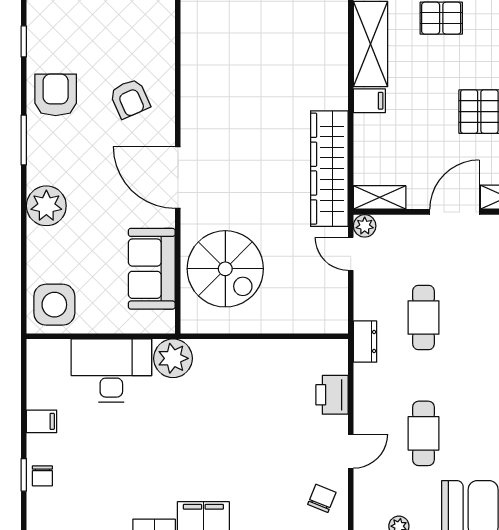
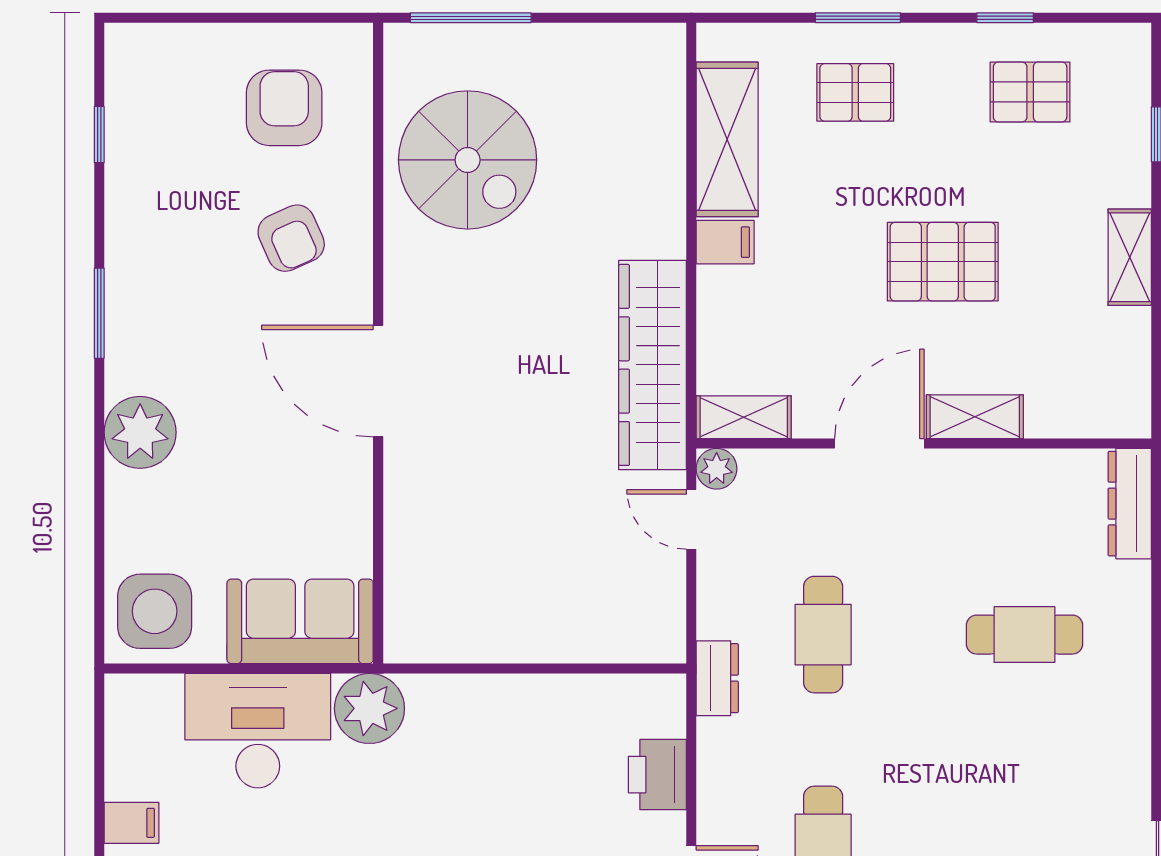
armchair: (56, 95) -> (284, 108), moved
sofa: (152, 269) -> (300, 621), moved, turned 90
spiral stairs: (225, 269) -> (468, 160), moved

